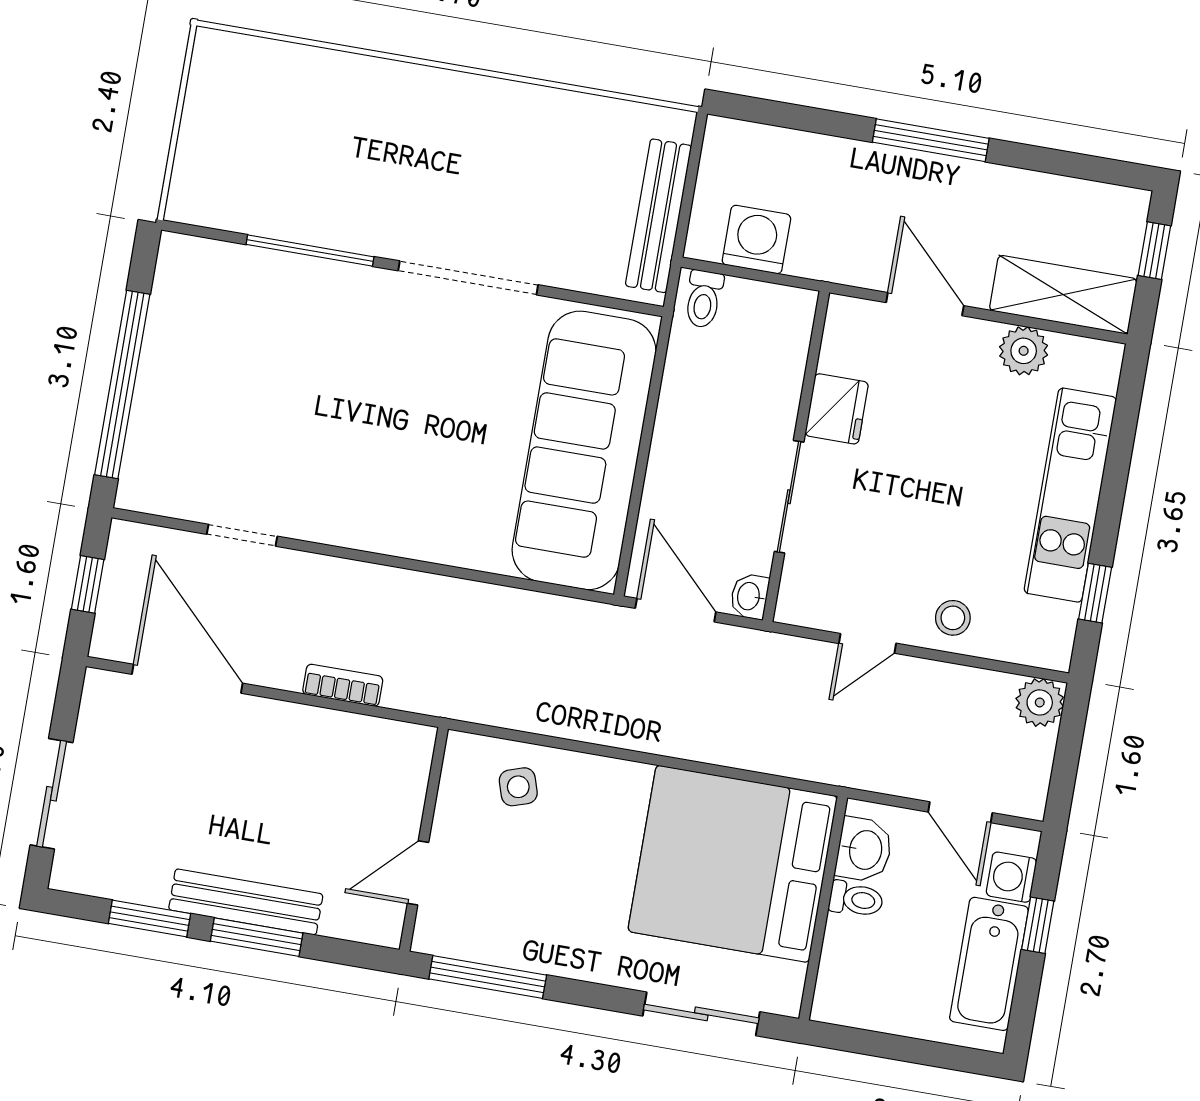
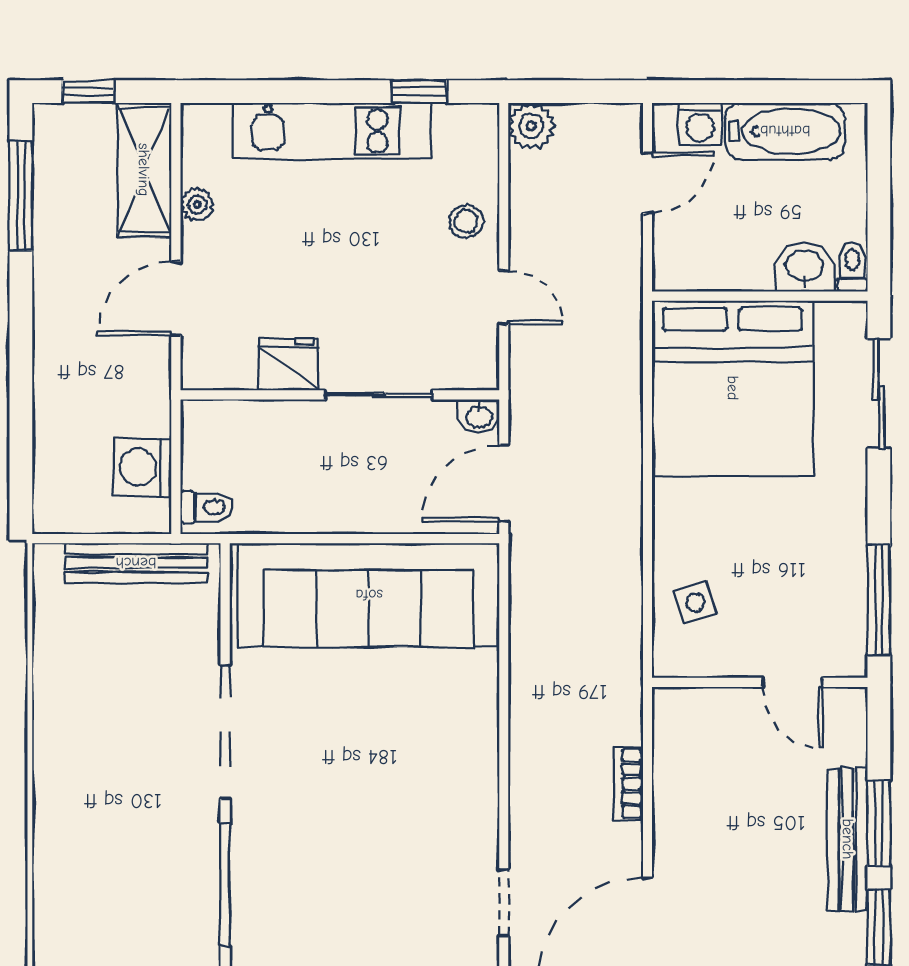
window: (931, 140) -> (21, 196), moved
plant: (1024, 351) -> (197, 205), width x0.73, depth x0.73
washbasin: (864, 850) -> (804, 267), moved
toilet: (856, 899) -> (852, 267), moved
window: (1038, 925) -> (741, 92), removed

